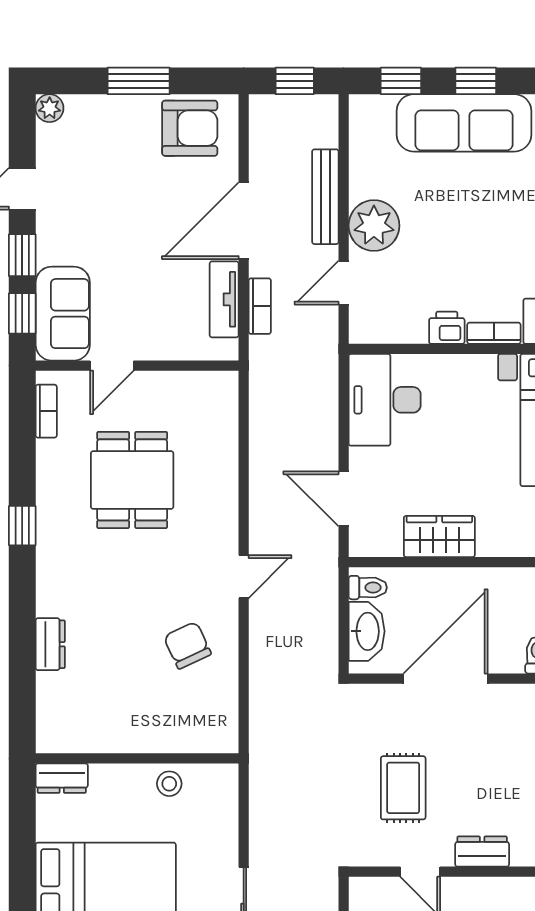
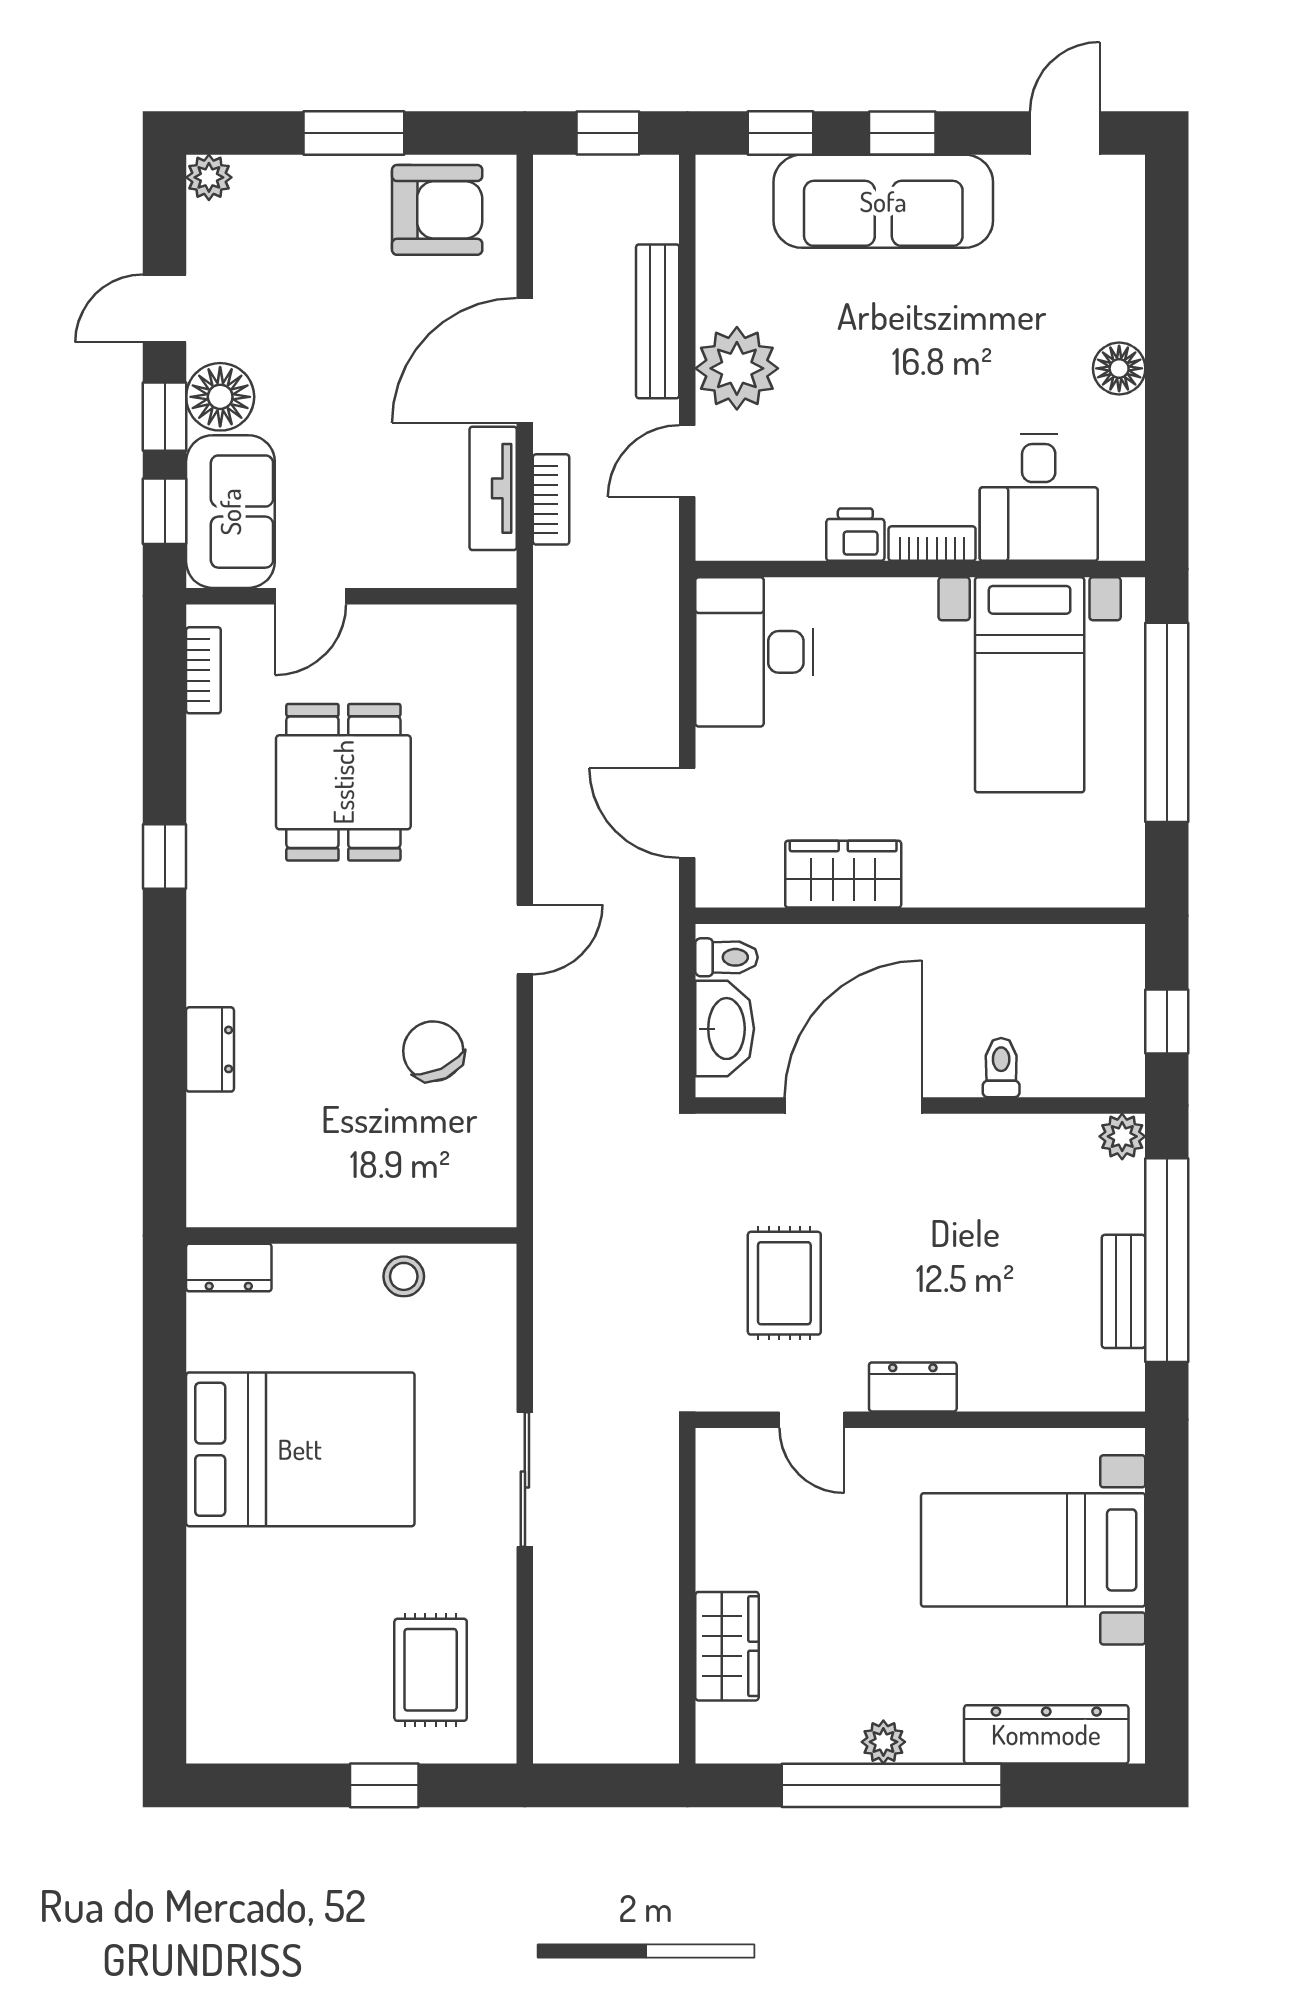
floor lamp: (56, 243) -> (220, 397), added

